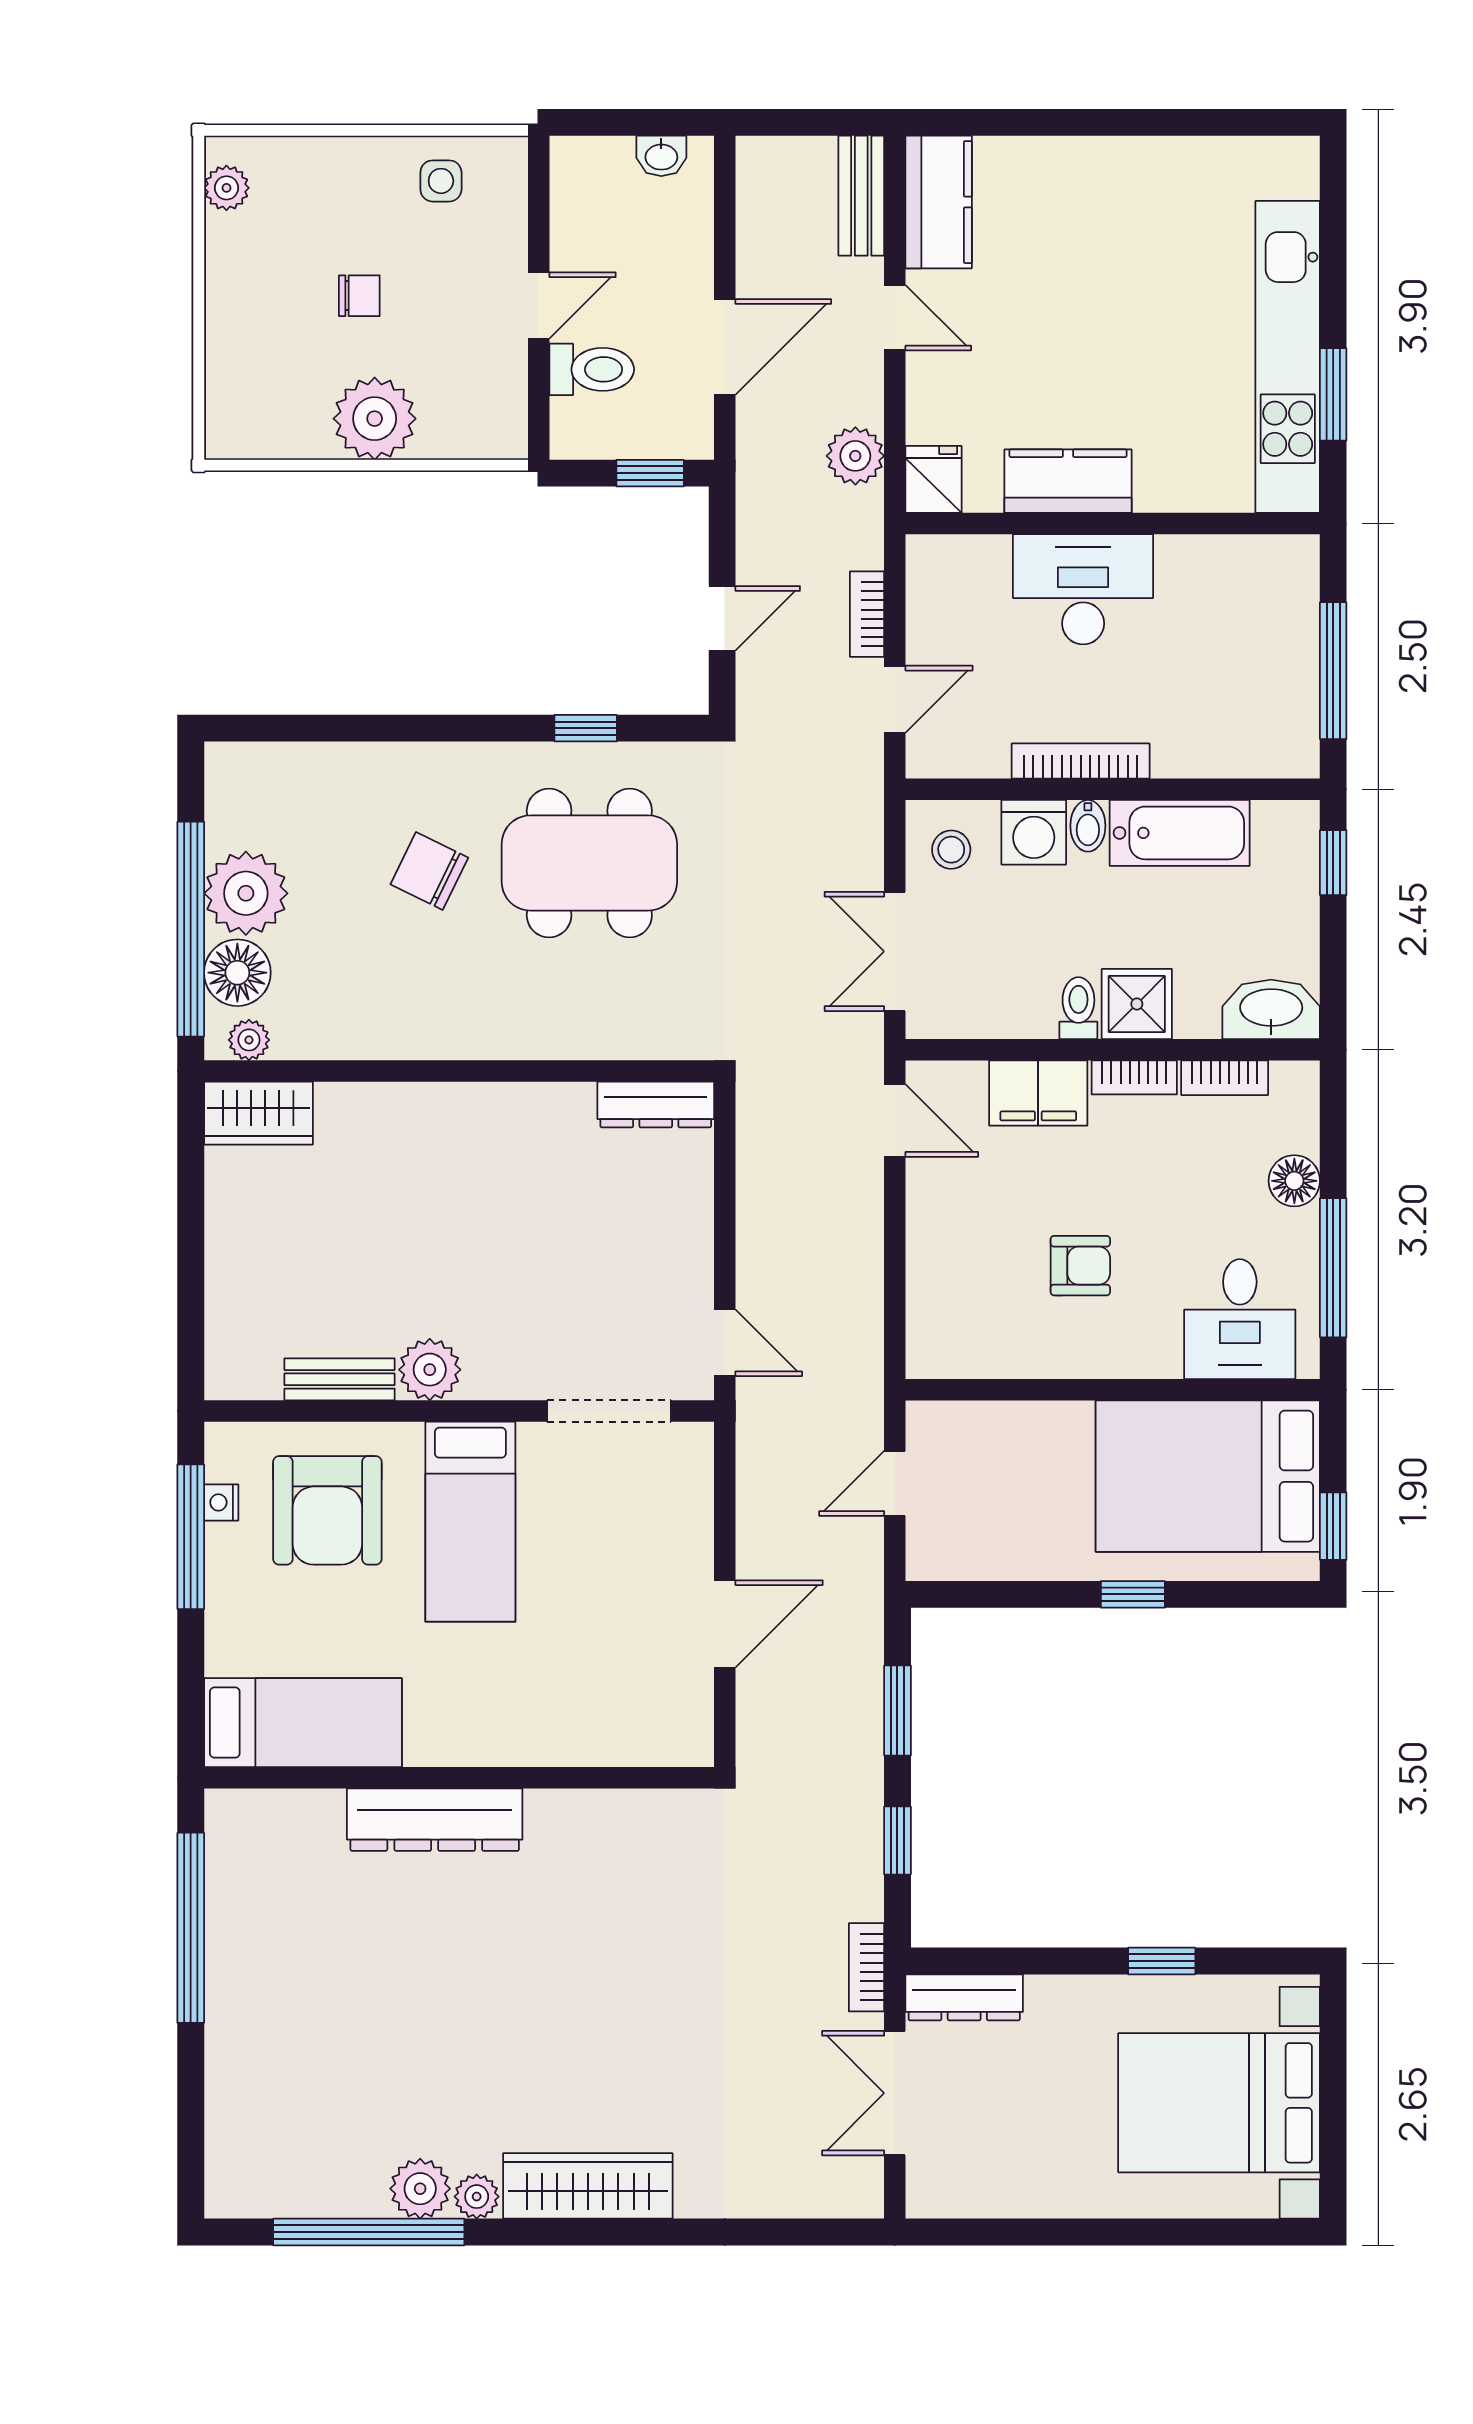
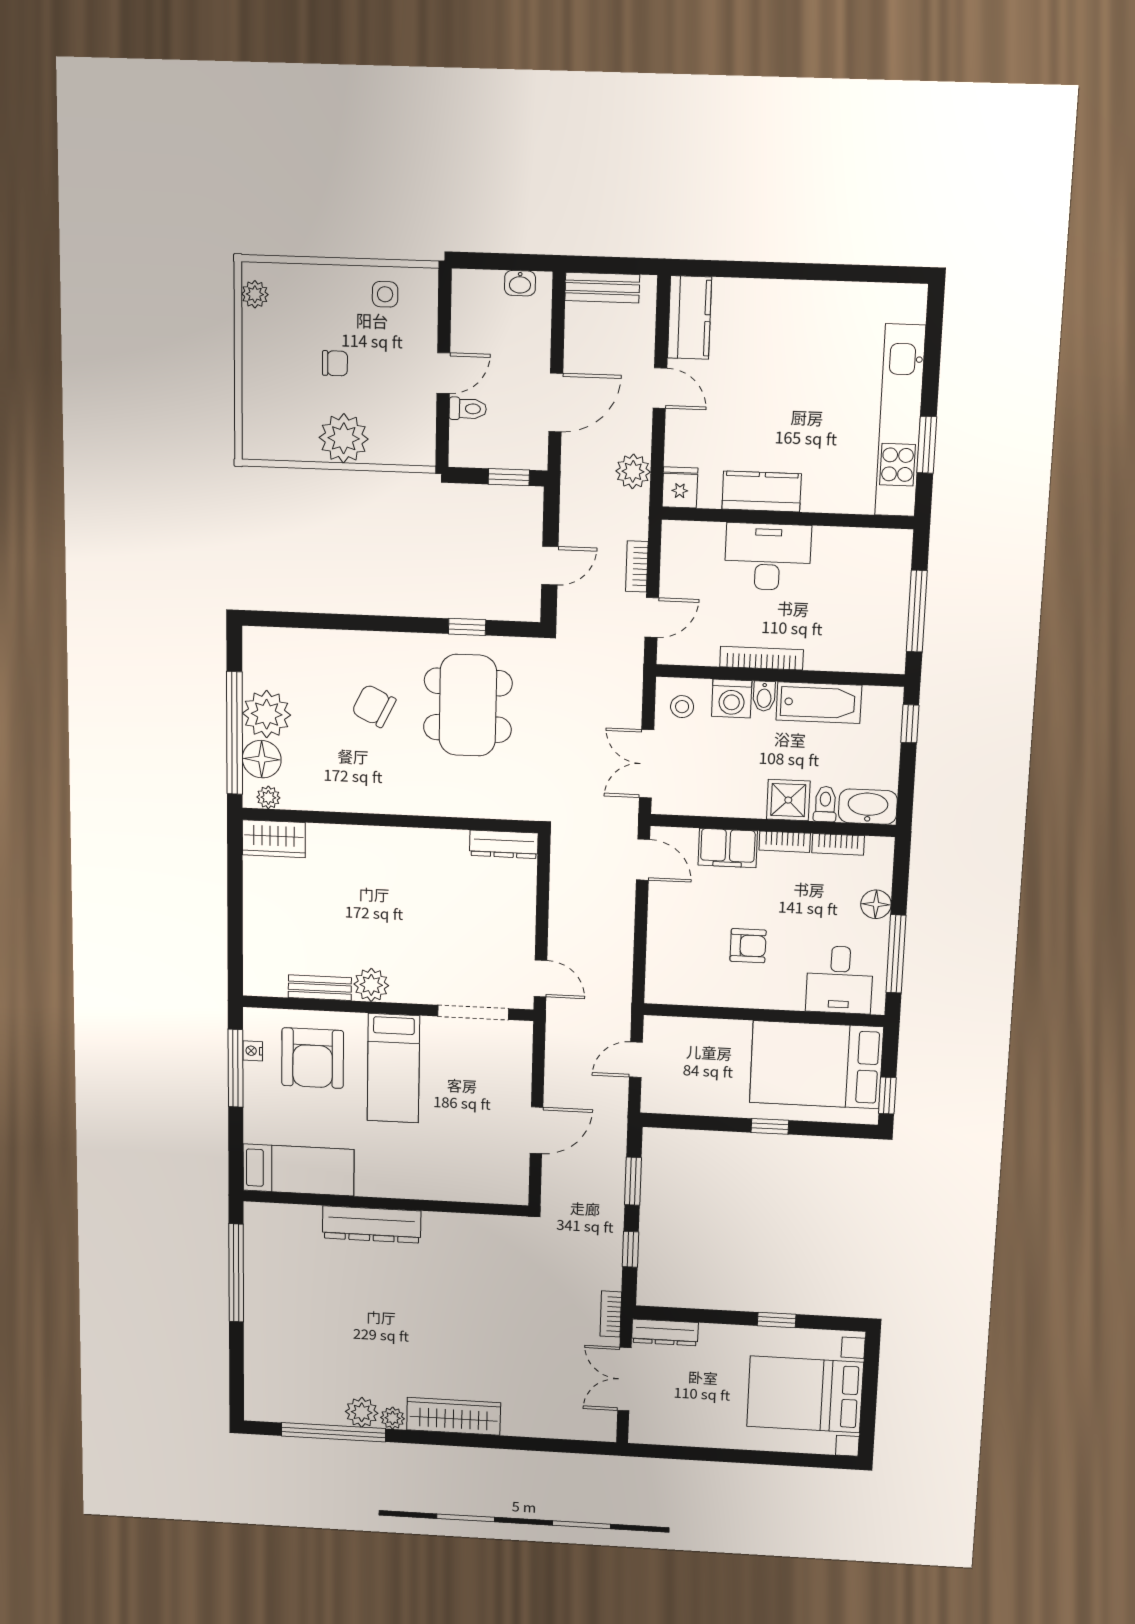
bench: (861, 196) -> (602, 288), moved, turned 90
toilet: (592, 369) -> (468, 409), width x0.73, depth x0.72
dining table: (589, 863) -> (468, 705), turned 90
toilet: (1078, 1008) -> (825, 804), moved

